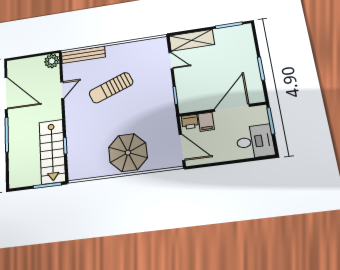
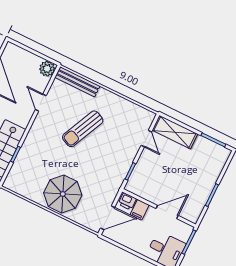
sun lounger: (111, 88) -> (83, 129), turned -44
door: (62, 90) -> (41, 103), swing flipped
door: (232, 108) -> (167, 212), width x0.73
door: (182, 147) -> (108, 218), hinge flipped

